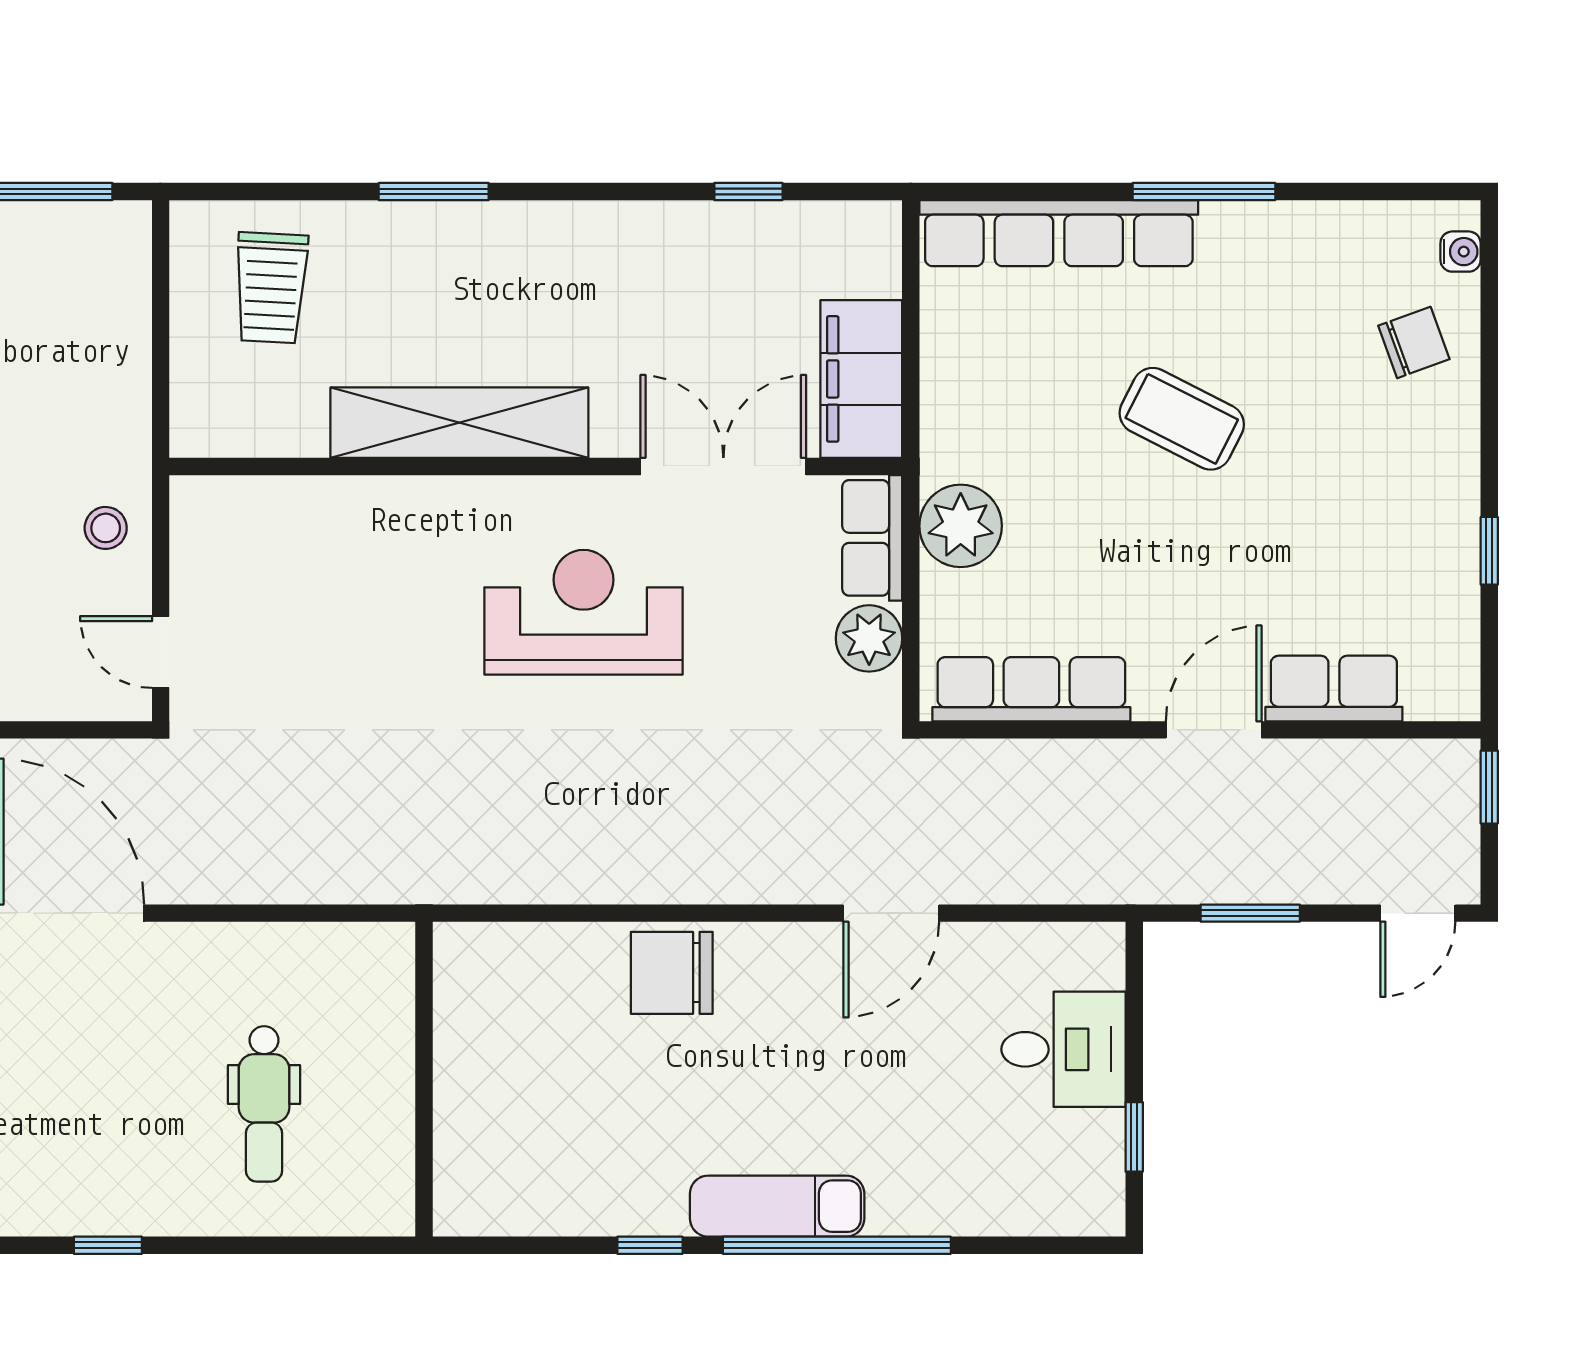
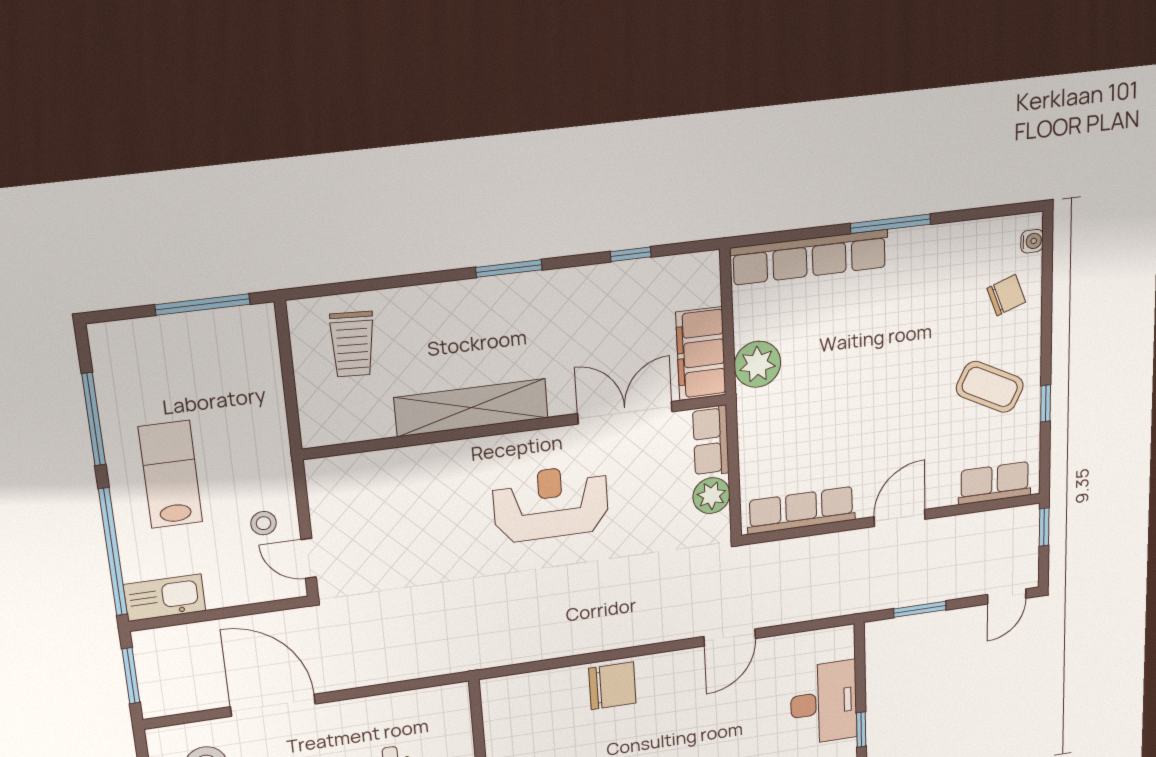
window: (434, 192) -> (509, 269), moved
coffee table: (1182, 419) -> (990, 387), moved
plant: (961, 526) -> (757, 364), moved
stool: (106, 528) -> (264, 523), moved
row of seats: (1334, 688) -> (995, 483), moved
chair: (672, 973) -> (612, 686), turned 180
desk: (1063, 1049) -> (824, 703), width x1.37

